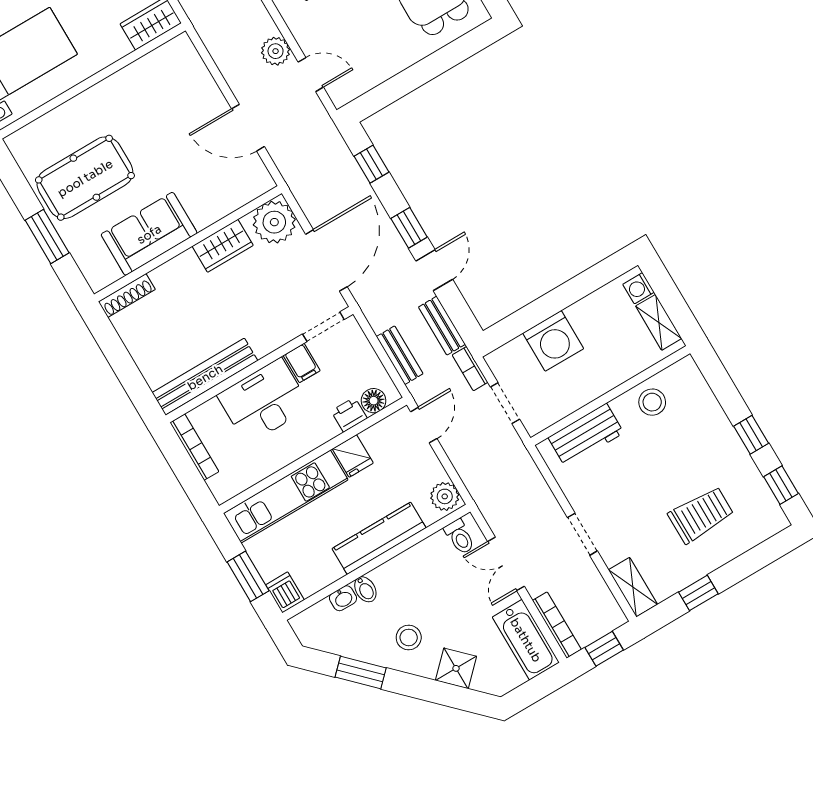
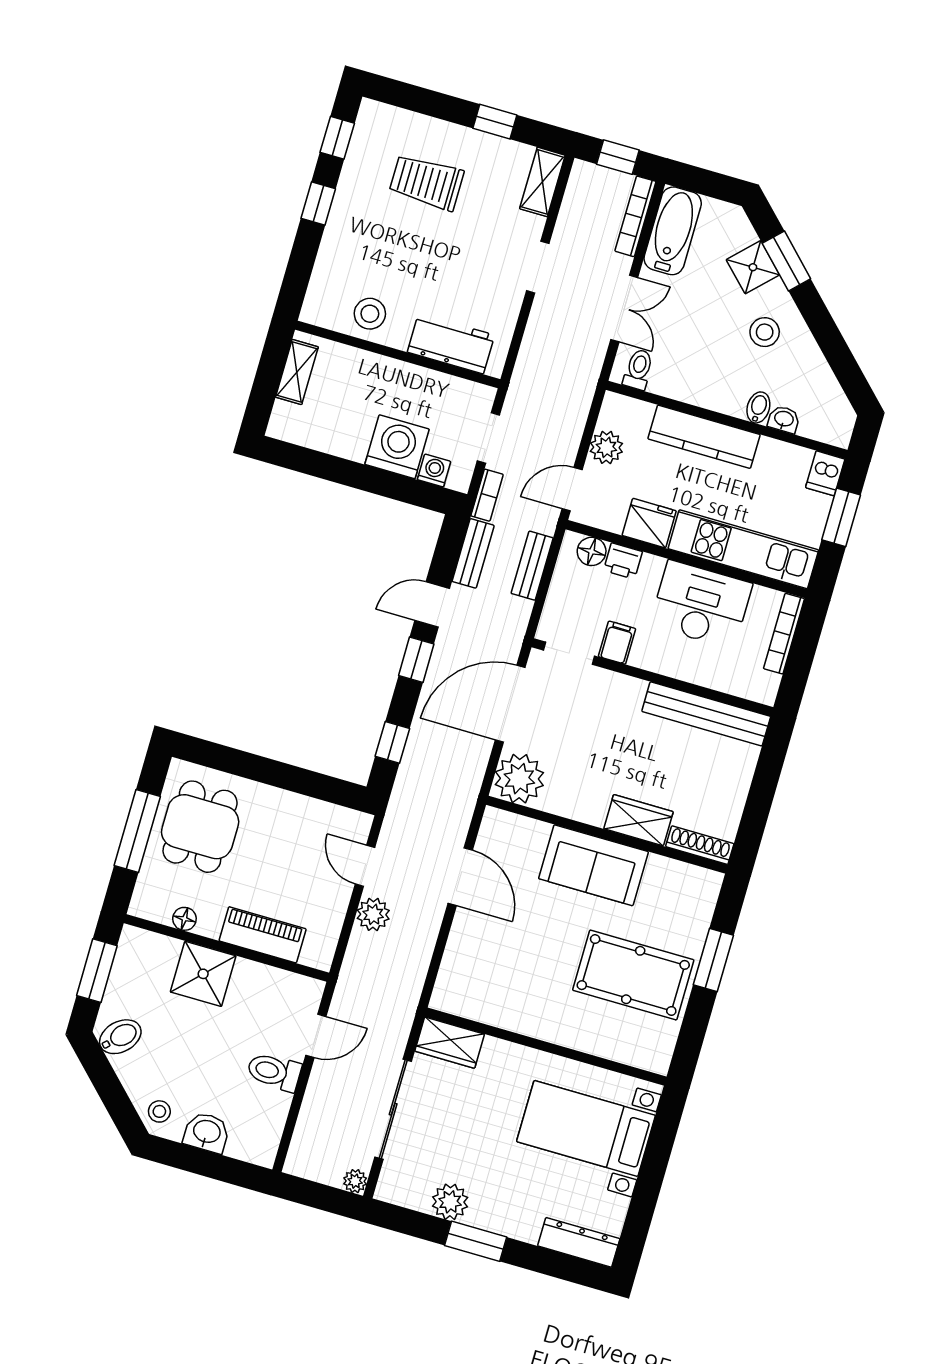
sofa: (149, 234) -> (593, 865), moved
wardrobe: (223, 246) -> (638, 820), moved
washing machine: (639, 288) -> (434, 471), moved, turned -90
desk: (264, 401) -> (701, 604), moved, turned 180
bookcase: (194, 447) -> (784, 634), moved
fridge: (353, 456) -> (649, 523), width x1.38
plant: (445, 496) -> (606, 447), moved
window: (361, 673) -> (786, 261), moved

